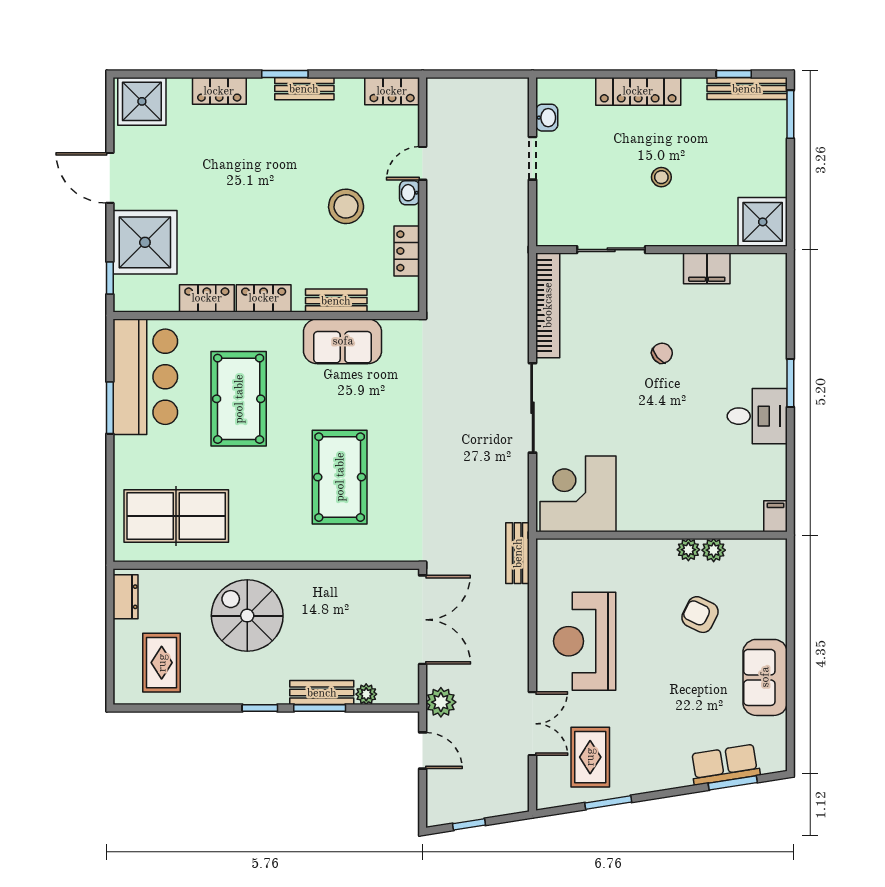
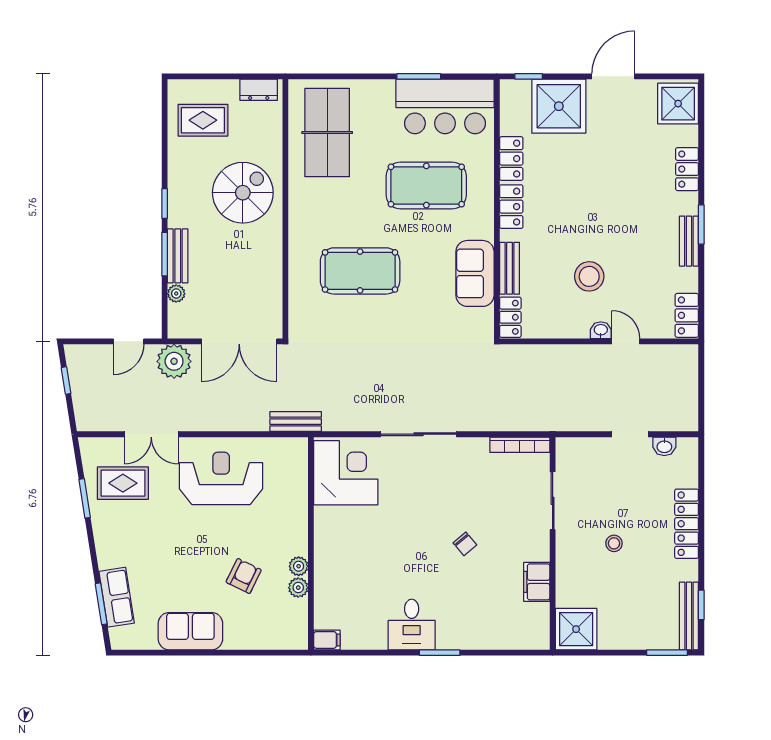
locker: (407, 251) -> (510, 317), moved, turned 90
bookcase: (548, 305) -> (520, 445), width x0.68, depth x0.76
plant: (441, 702) -> (174, 361), width x1.36, depth x1.36

